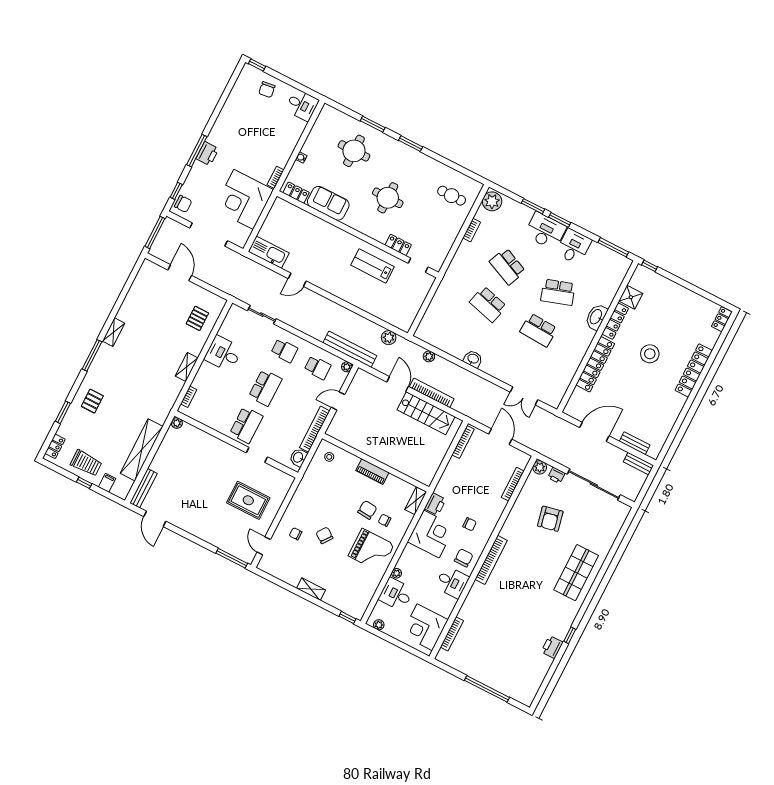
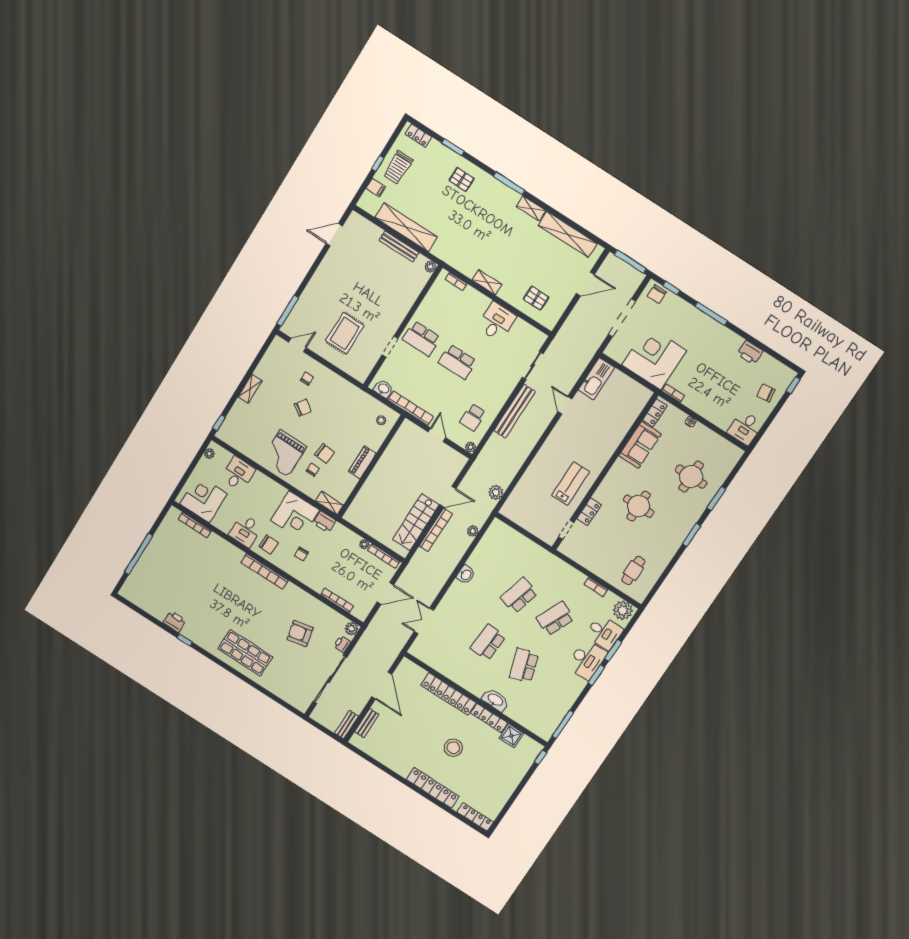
printer: (207, 154) -> (750, 352), moved
desk: (574, 247) -> (604, 632), moved
shelving: (135, 295) -> (568, 234), added
locker: (722, 319) -> (475, 817), width x1.53
bench: (350, 349) -> (515, 411), moved
school desk: (284, 351) -> (494, 385), removed
bench: (143, 488) -> (399, 246), moved
plant: (397, 573) -> (364, 544), moved

